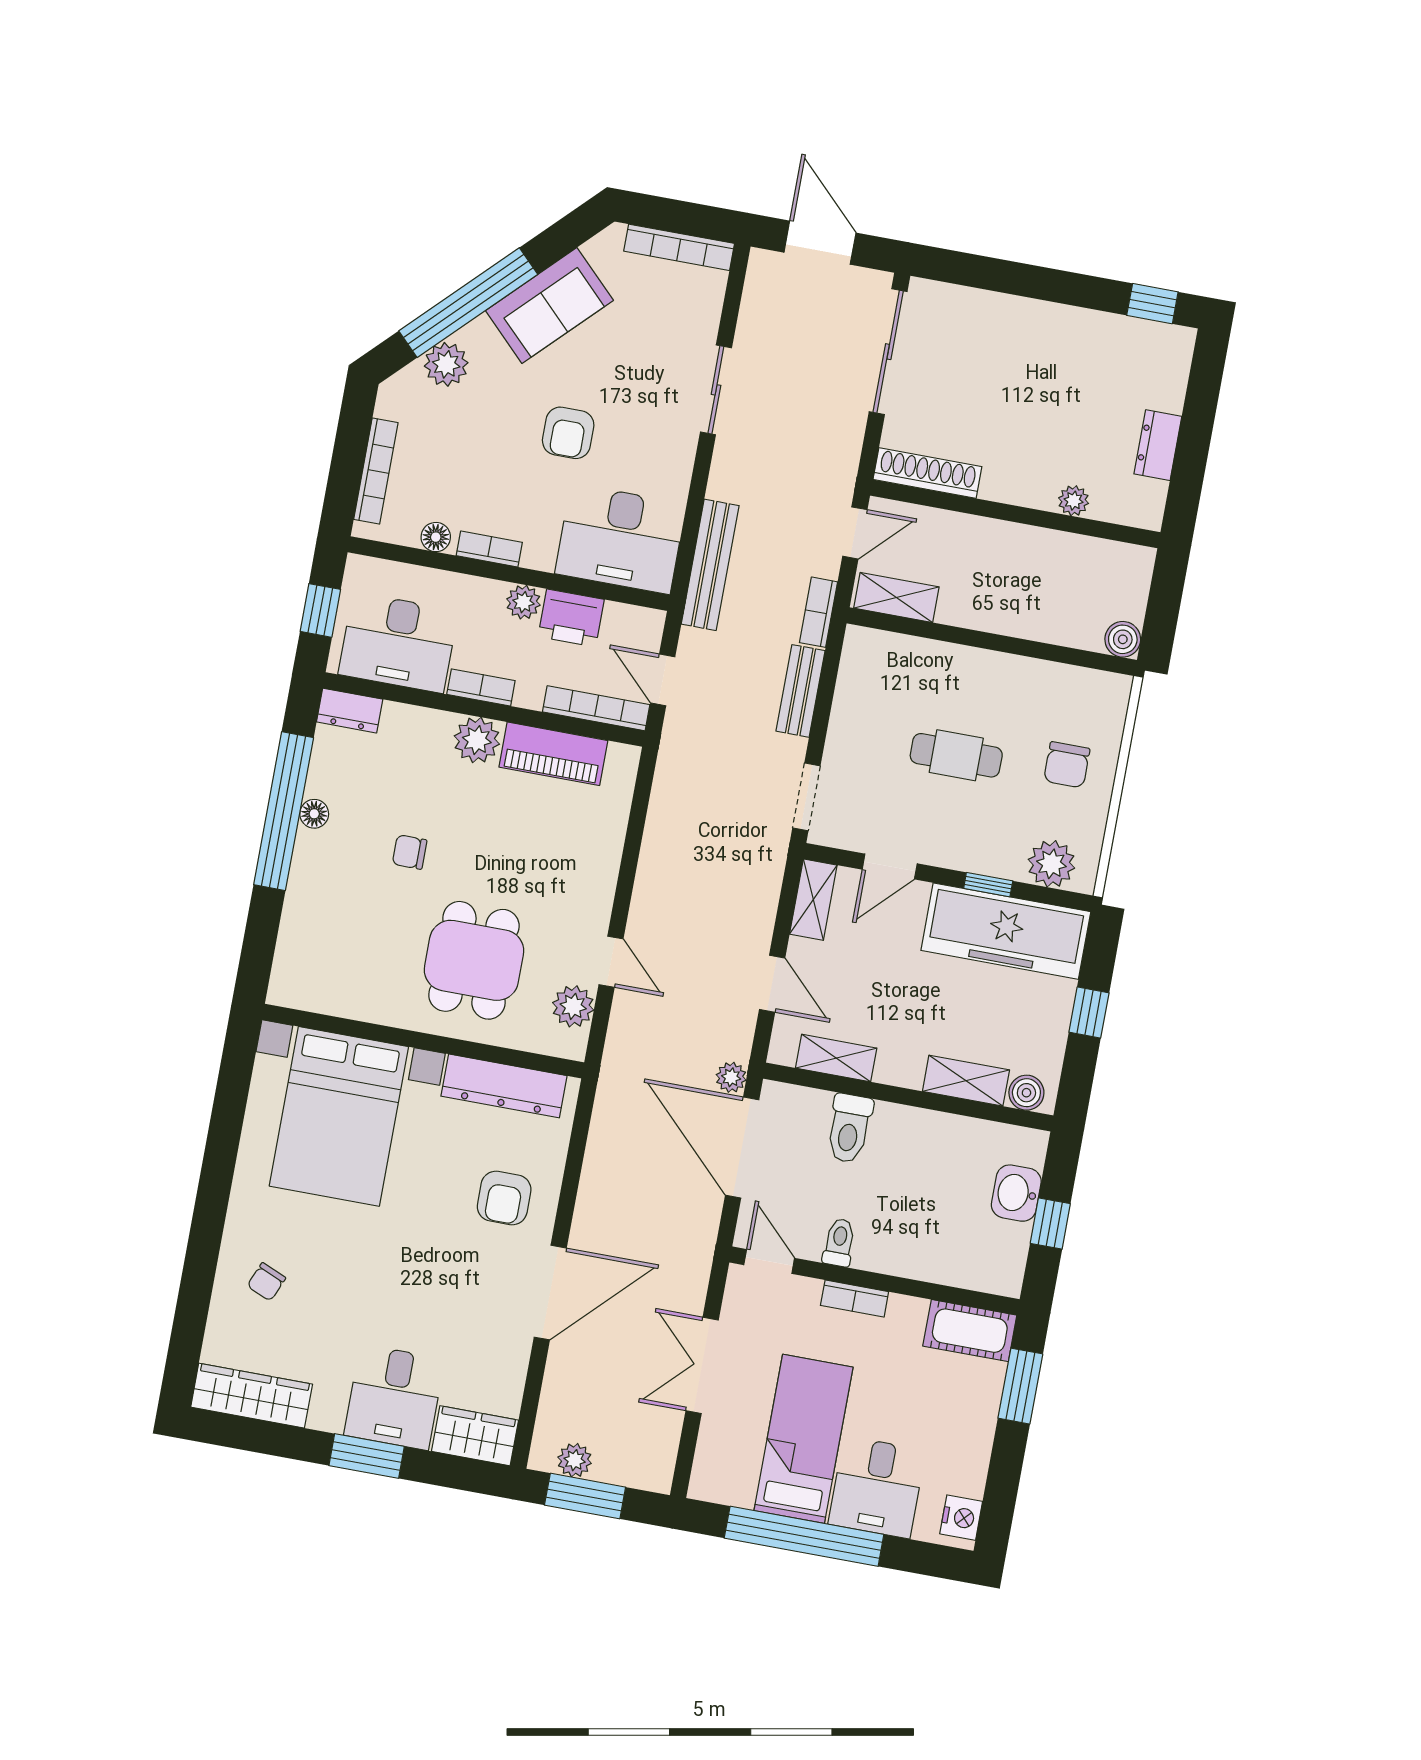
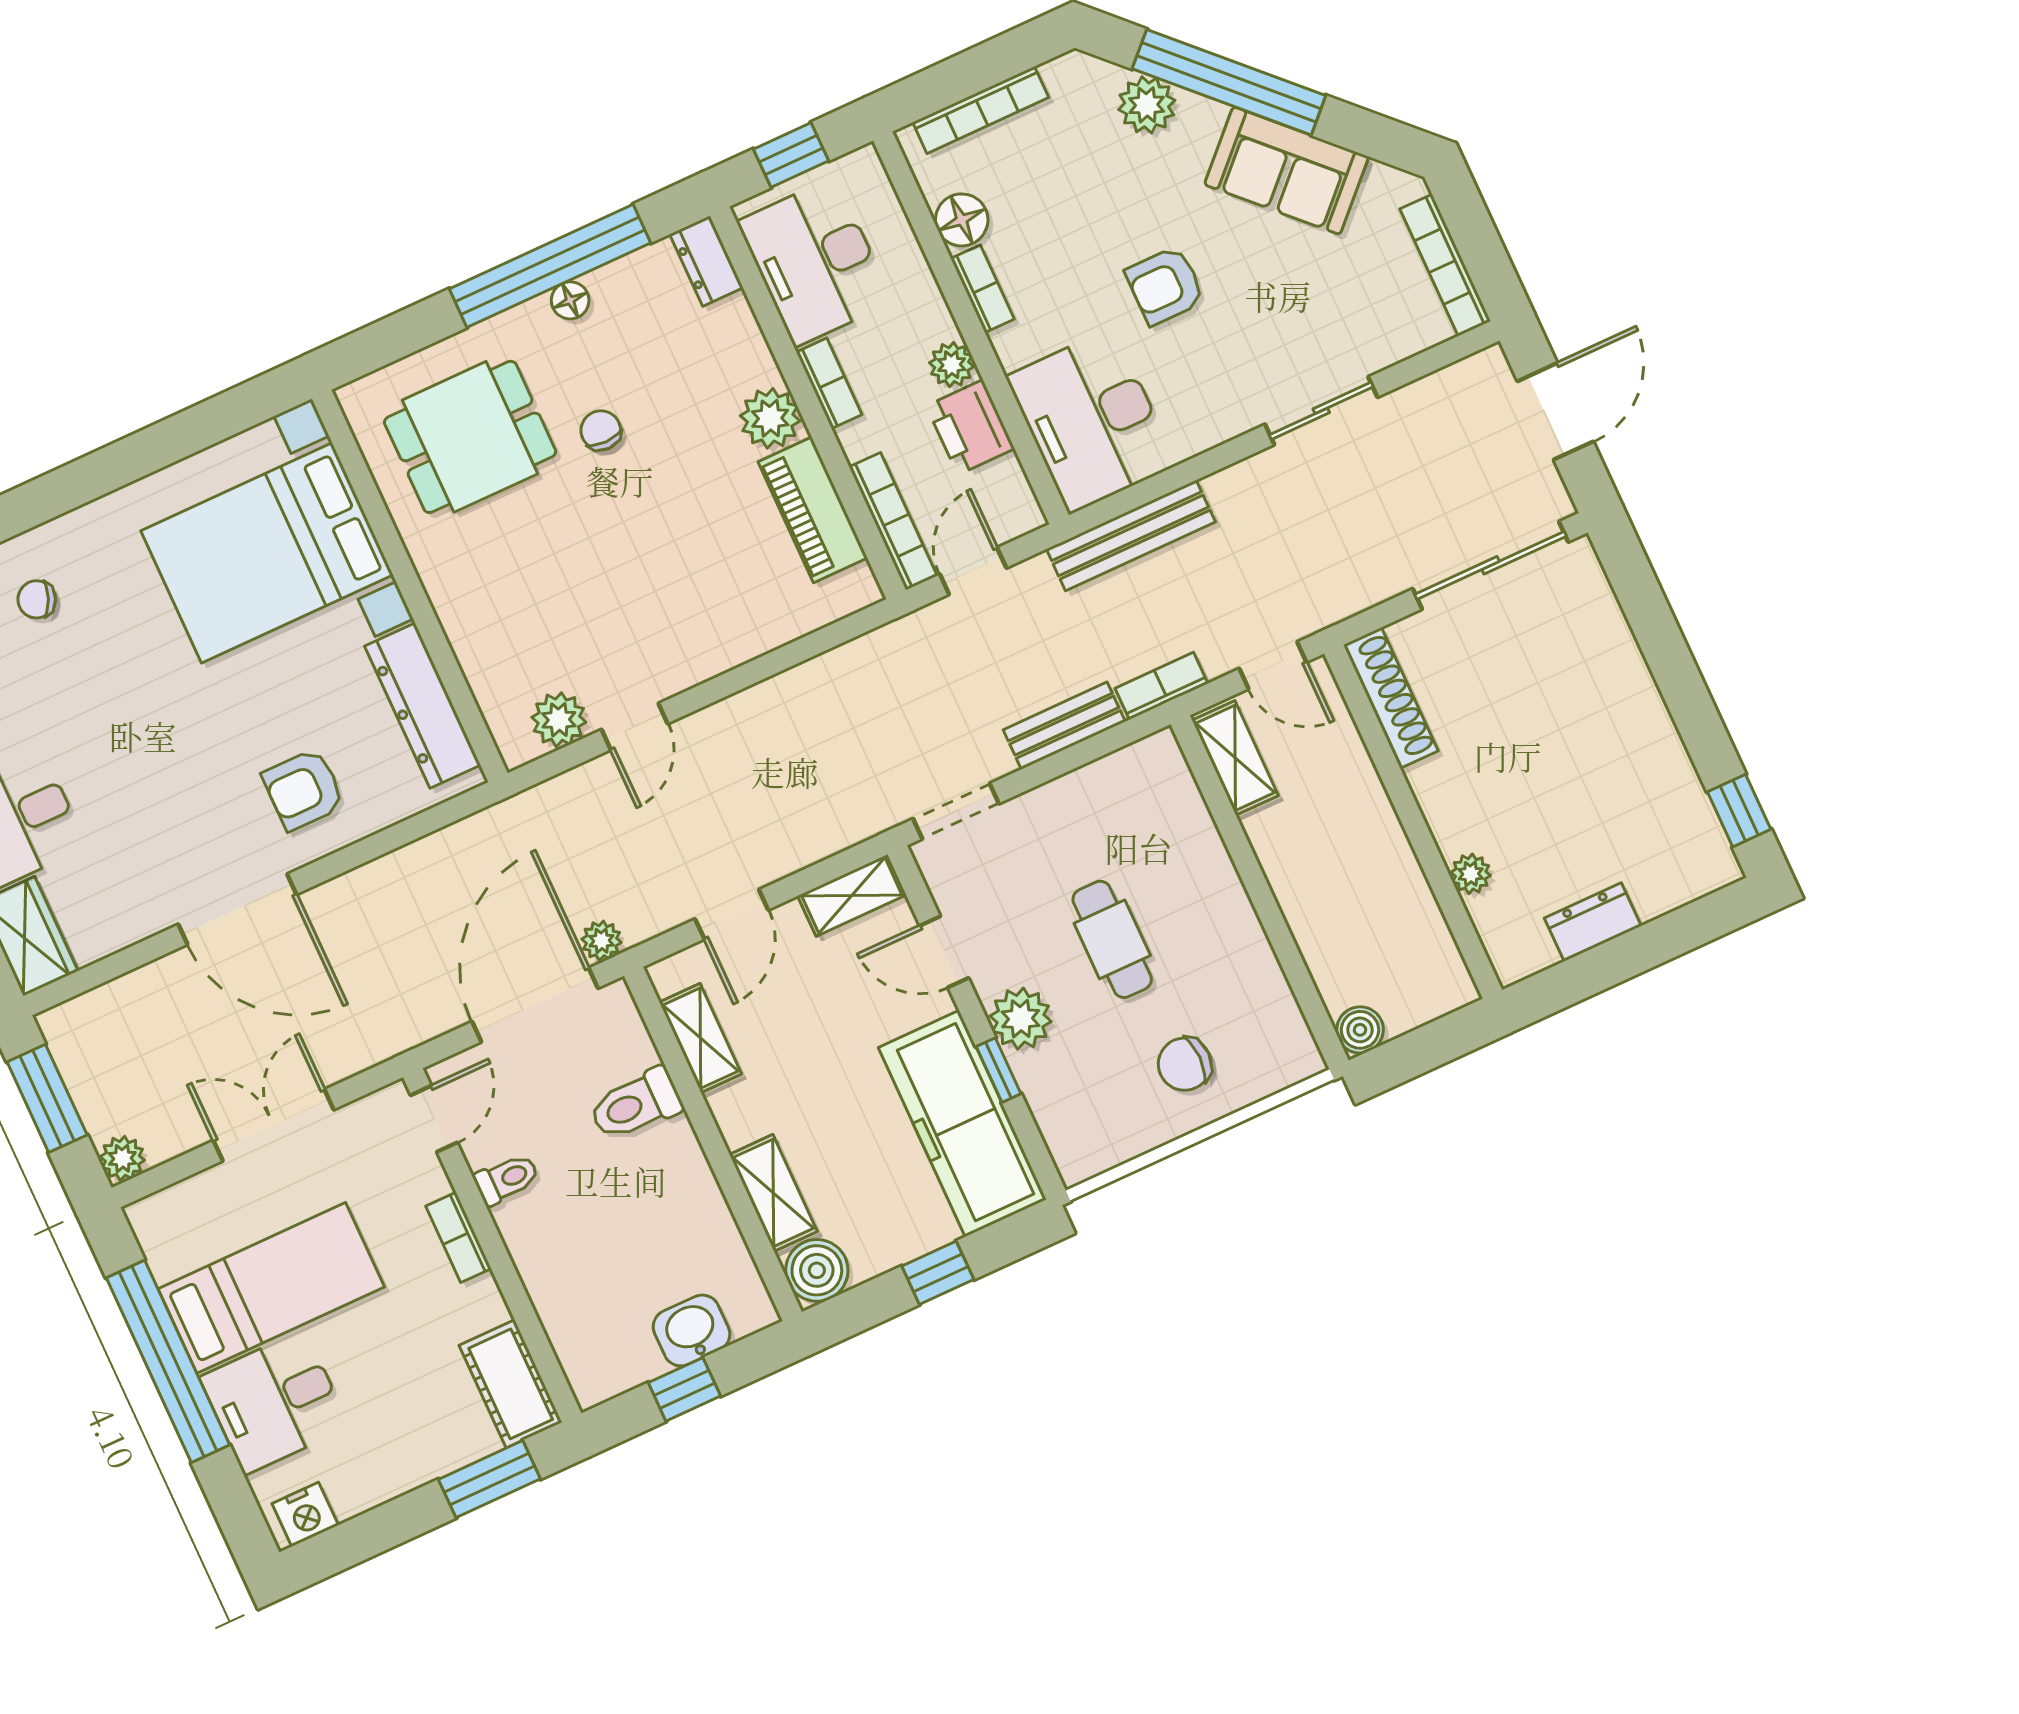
floor lamp: (436, 537) -> (962, 220), width x1.37, depth x1.37
plant: (1051, 864) -> (1021, 1019), moved
dining table: (474, 960) -> (470, 437), moved
boiler: (1026, 1093) -> (817, 1270), width x1.36, depth x1.36
plant: (575, 1460) -> (122, 1158), moved

